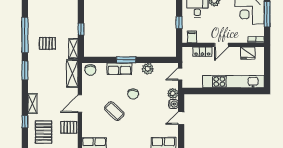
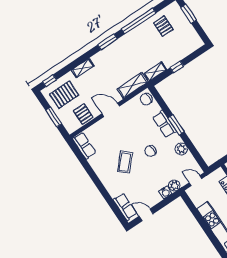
pallet: (47, 43) -> (163, 26), moved
coffee table: (114, 111) -> (125, 162), moved
door: (181, 118) -> (146, 215), moved
window: (25, 122) -> (49, 81), moved

